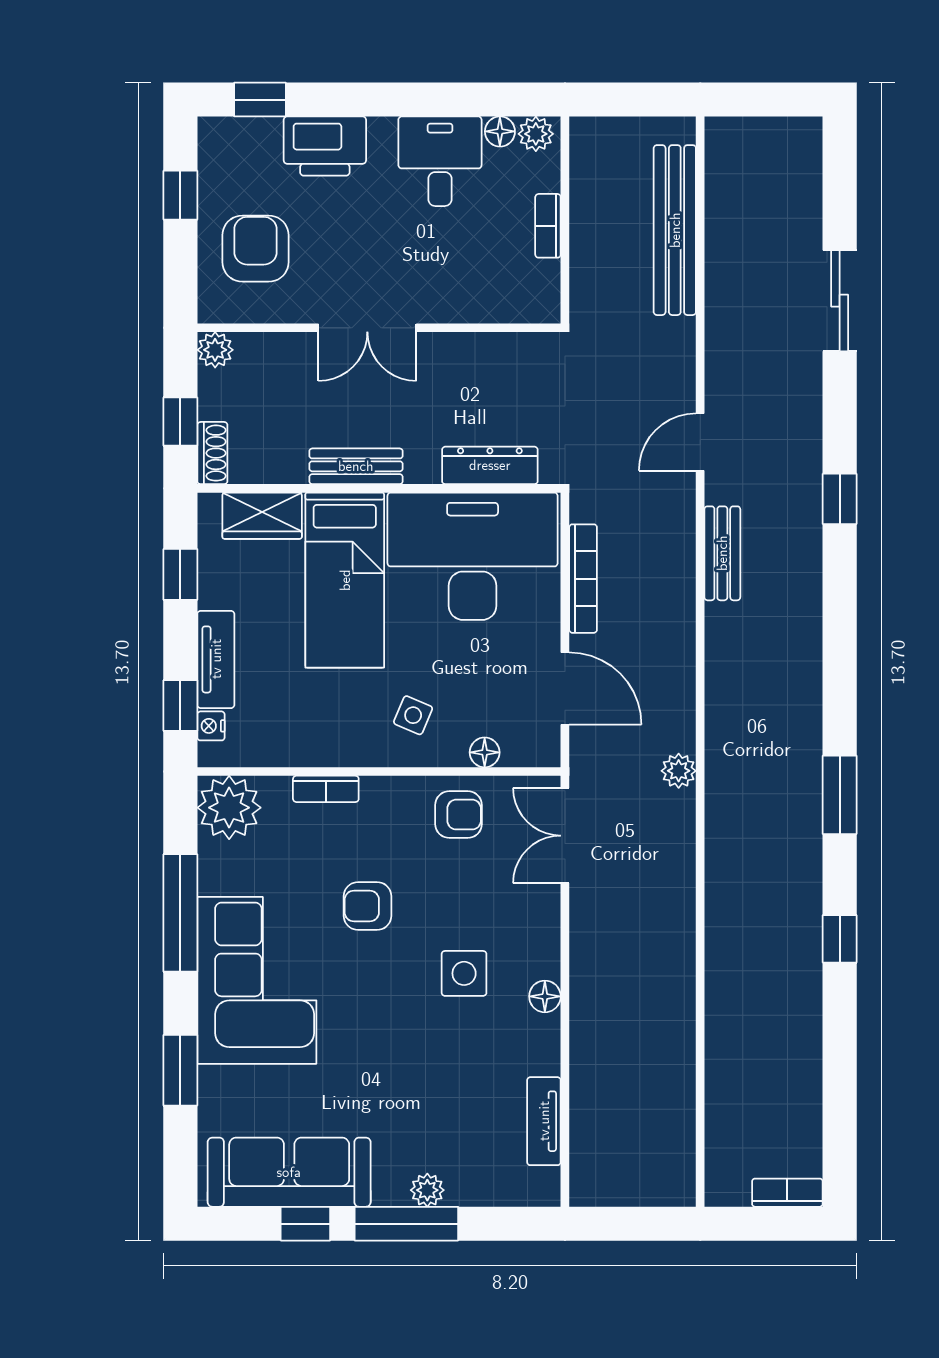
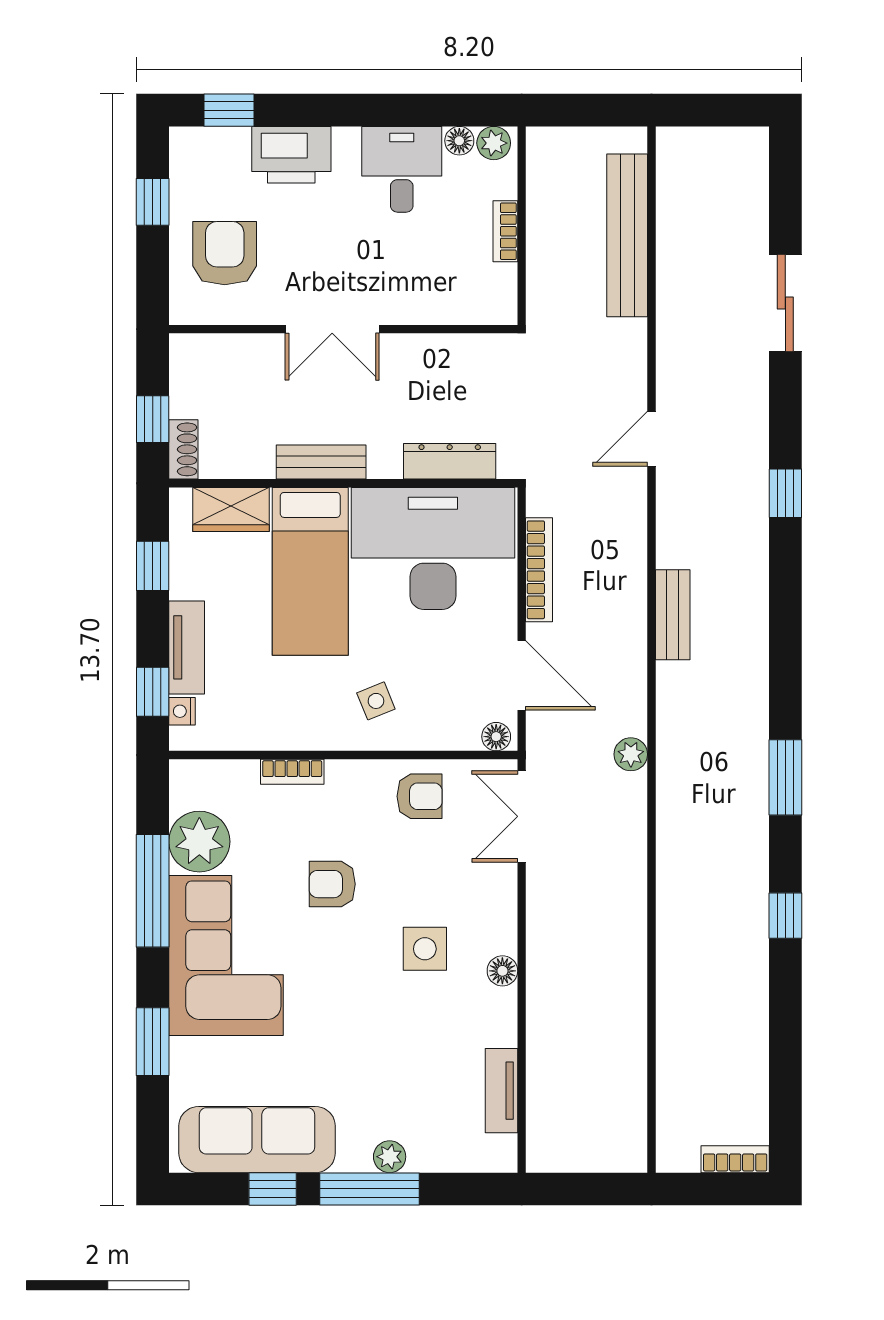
plant: (215, 350) -> (186, 350), removed
bench: (722, 553) -> (673, 615), moved
side table: (413, 715) -> (376, 701), turned 45
floor lamp: (485, 752) -> (496, 737), moved
plant: (229, 808) -> (199, 842), moved

